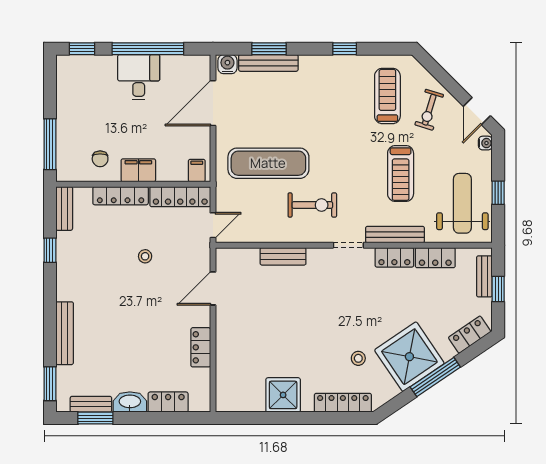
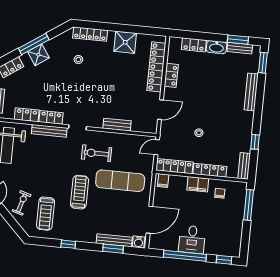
treadmill: (401, 174) -> (80, 192), moved
shower: (409, 357) -> (38, 55), width x0.54, depth x0.54
locker: (227, 359) -> (156, 67), added

